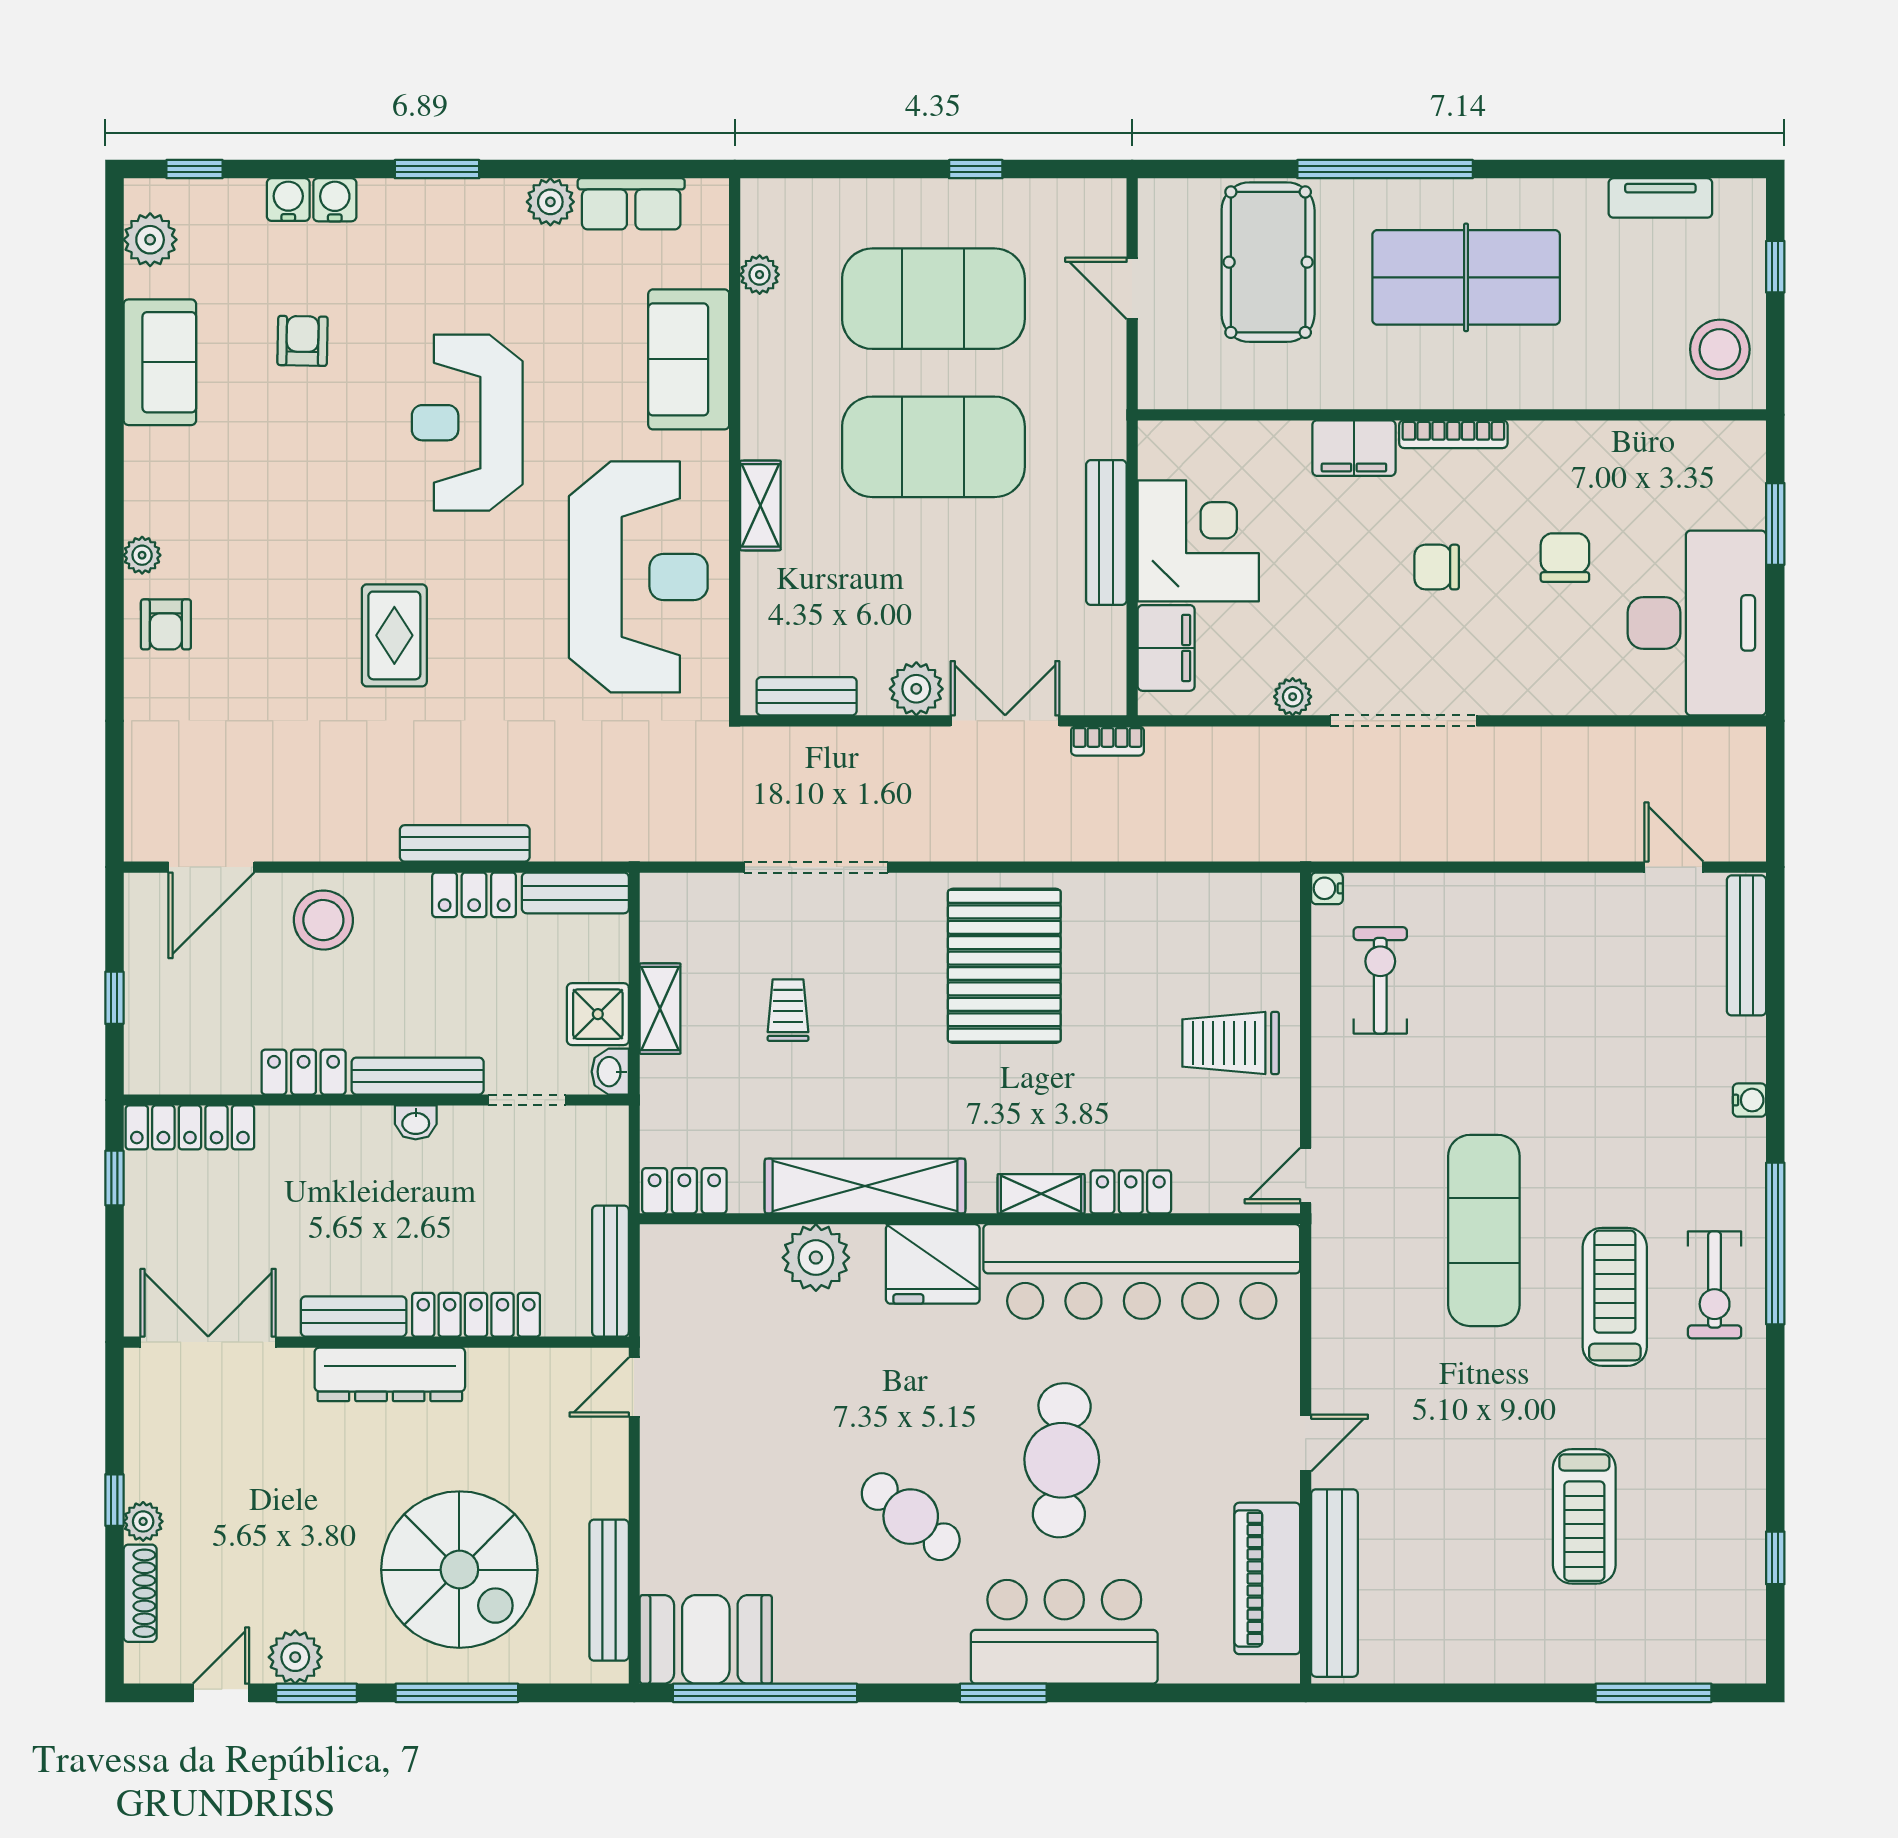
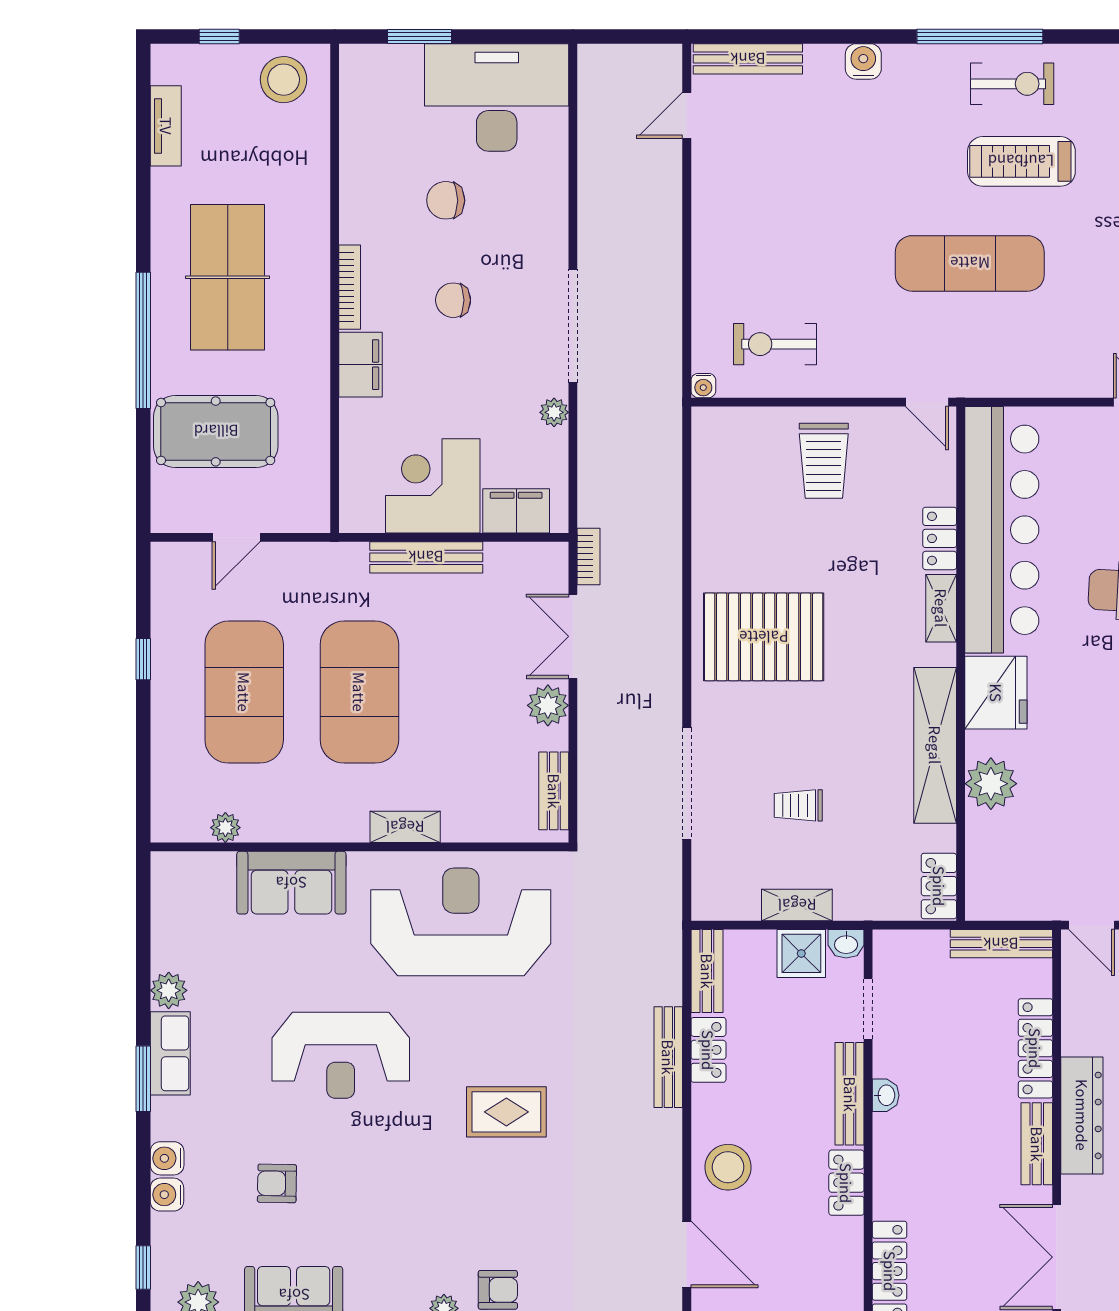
row of seats: (631, 204) -> (170, 1053), moved
chair: (1437, 567) -> (453, 300), turned 90
water cooler: (1750, 1100) -> (863, 61), width x1.38, depth x1.38

